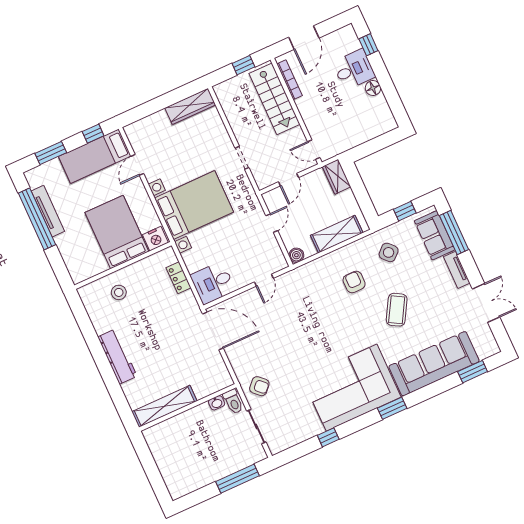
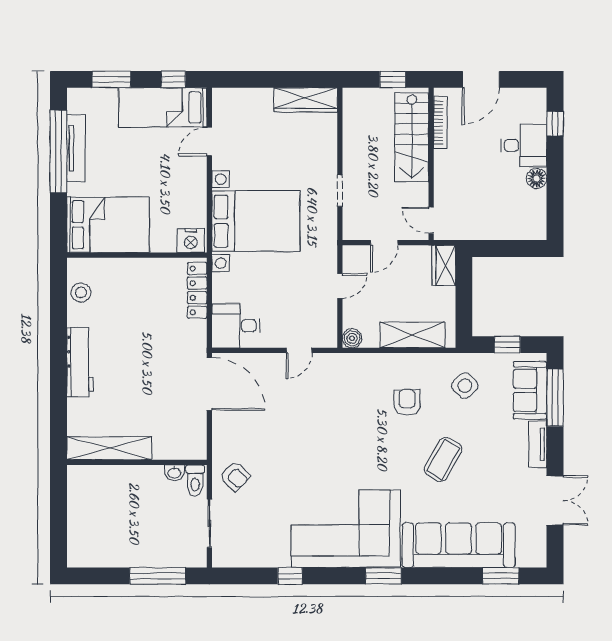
bed: (117, 232) -> (108, 225), moved, turned 90
locker: (179, 278) -> (197, 290), width x1.53
stool: (119, 292) -> (81, 292), moved

